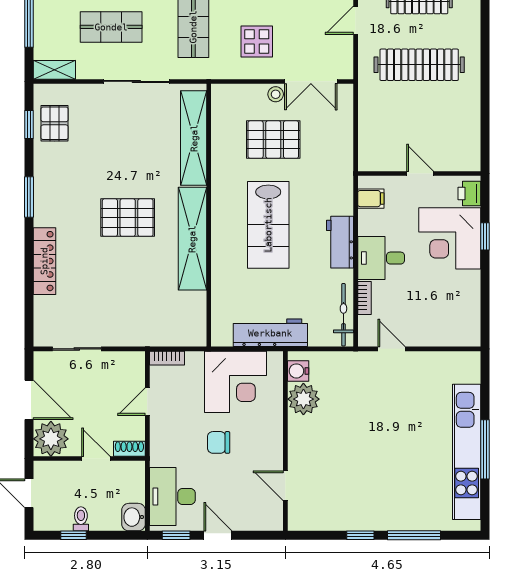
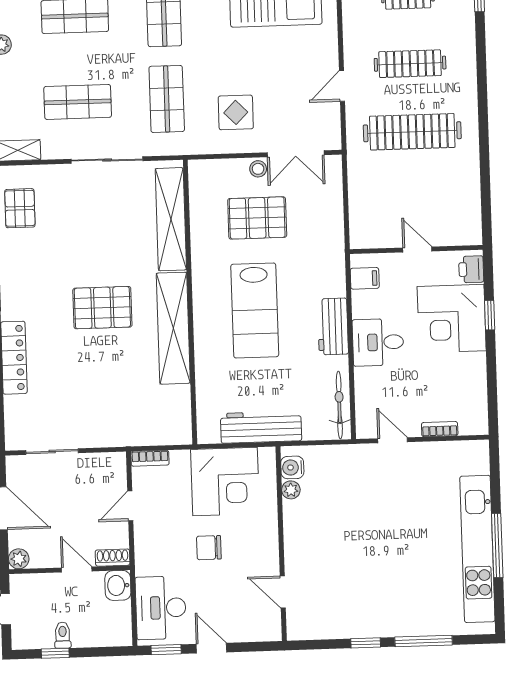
bookcase: (364, 298) -> (440, 429), moved, turned -90
plant: (303, 399) -> (291, 490), width x0.53, depth x0.53
plant: (51, 439) -> (19, 559), width x0.53, depth x0.53
washbasin: (133, 517) -> (118, 585), moved

